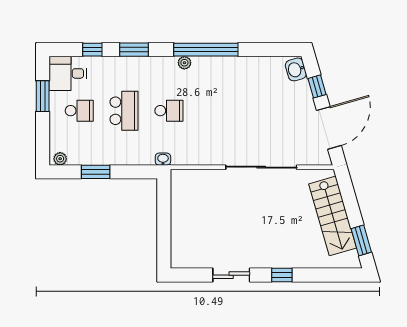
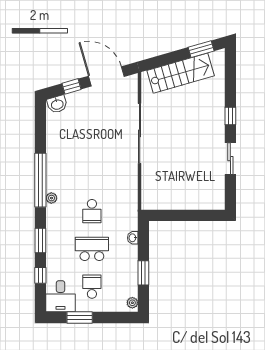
school desk: (169, 111) -> (92, 211), turned 180
washbasin: (163, 159) -> (133, 238), moved

